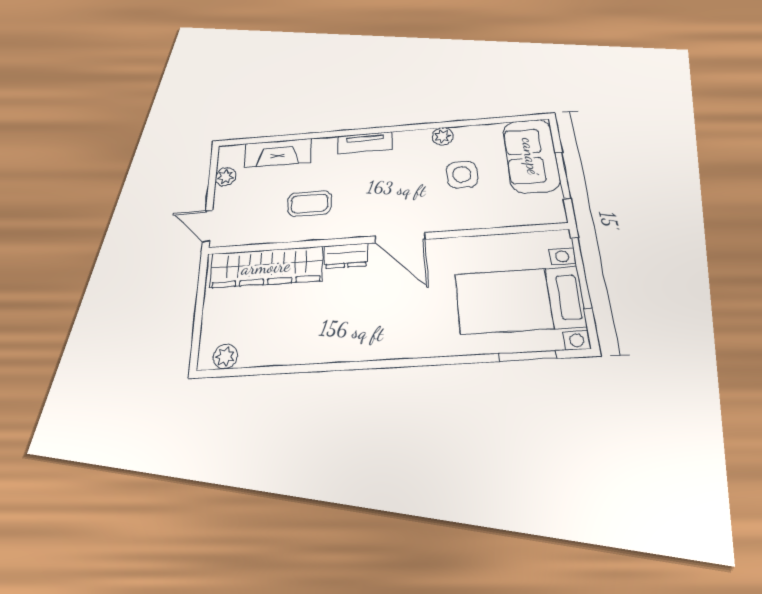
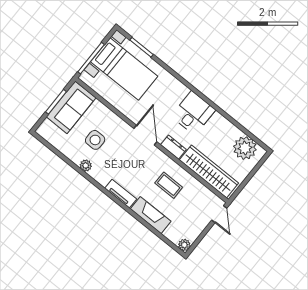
fireplace: (278, 153) -> (151, 215), moved
sofa: (531, 156) -> (71, 107), moved
plant: (226, 177) -> (184, 245), moved
desk: (358, 328) -> (193, 113), added
plant: (225, 356) -> (245, 148), width x1.87, depth x1.87

